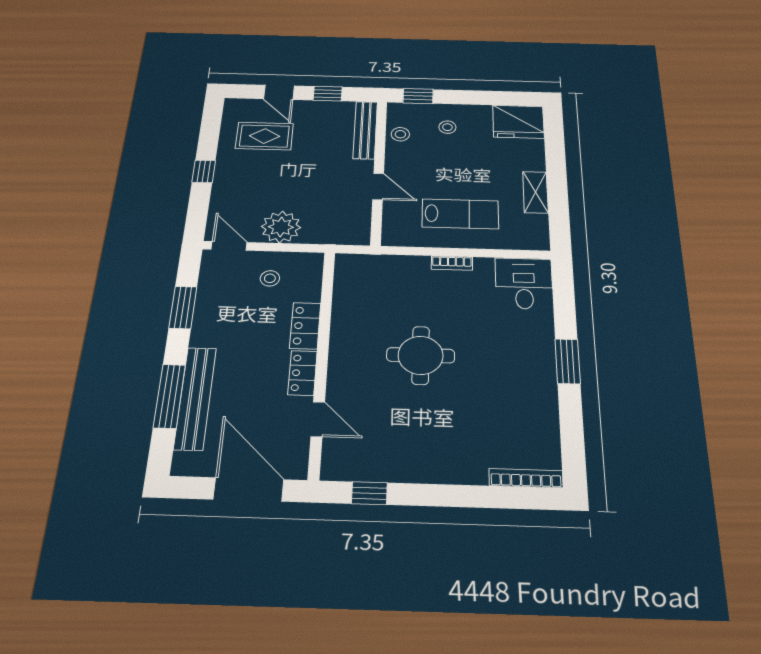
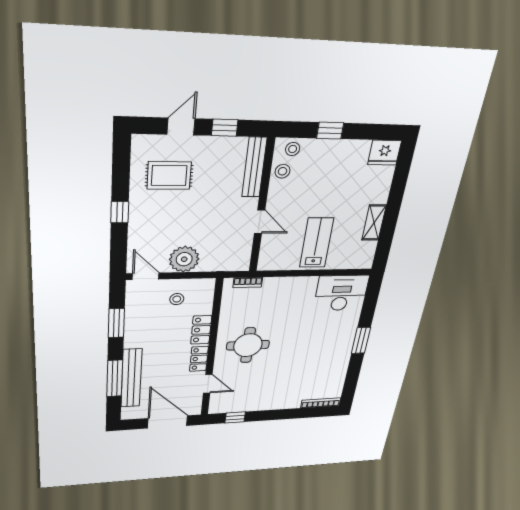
door: (279, 92) -> (181, 127), swing flipped
window: (418, 96) -> (330, 131), moved
fridge: (518, 122) -> (385, 153), width x0.73, depth x0.75
stool: (447, 127) -> (293, 149), moved
lab bench: (460, 214) -> (317, 243), turned -90
bookcase: (452, 263) -> (248, 282), moved
desk: (524, 283) -> (341, 293), width x1.37
round table: (421, 355) -> (248, 345), moved

